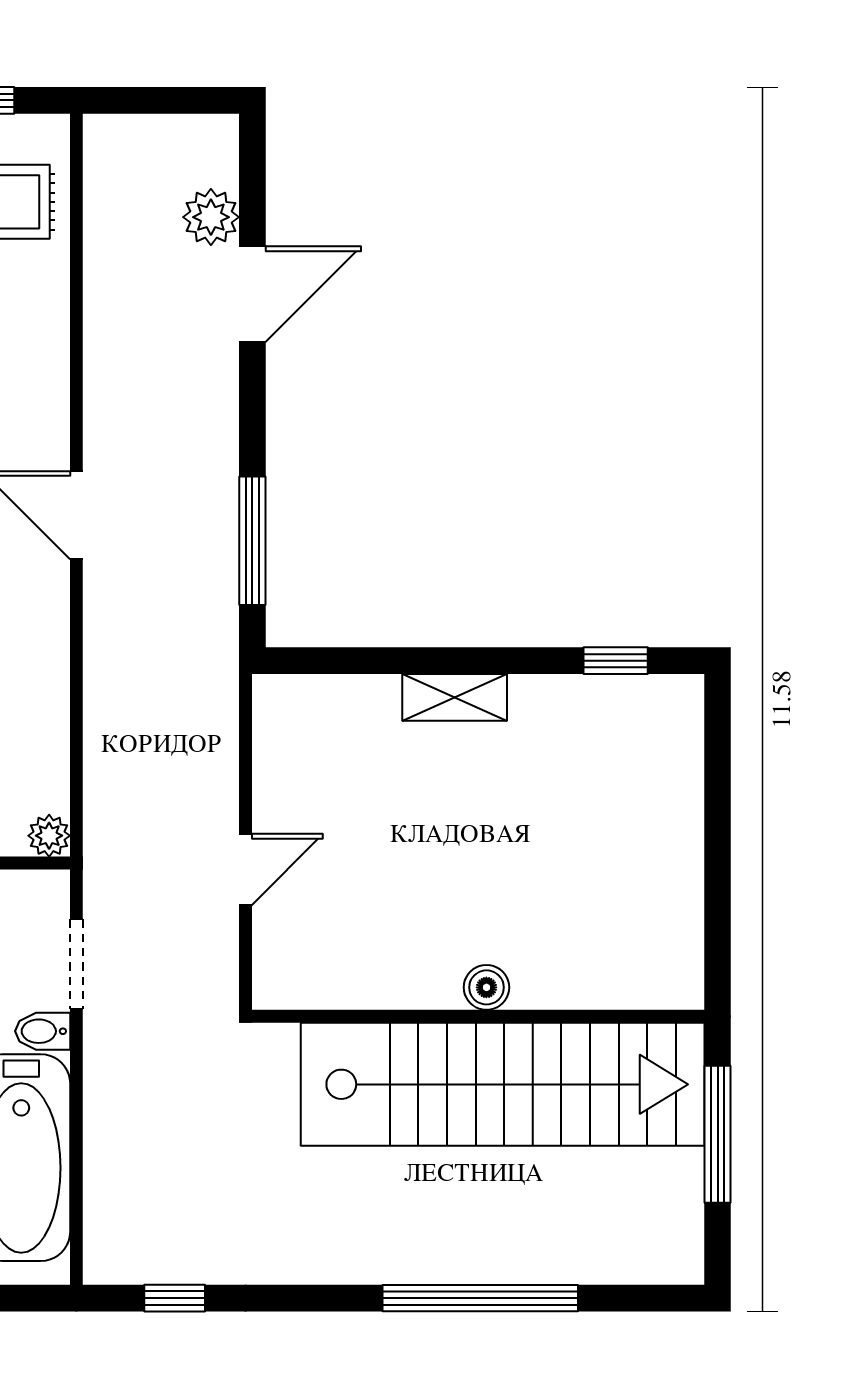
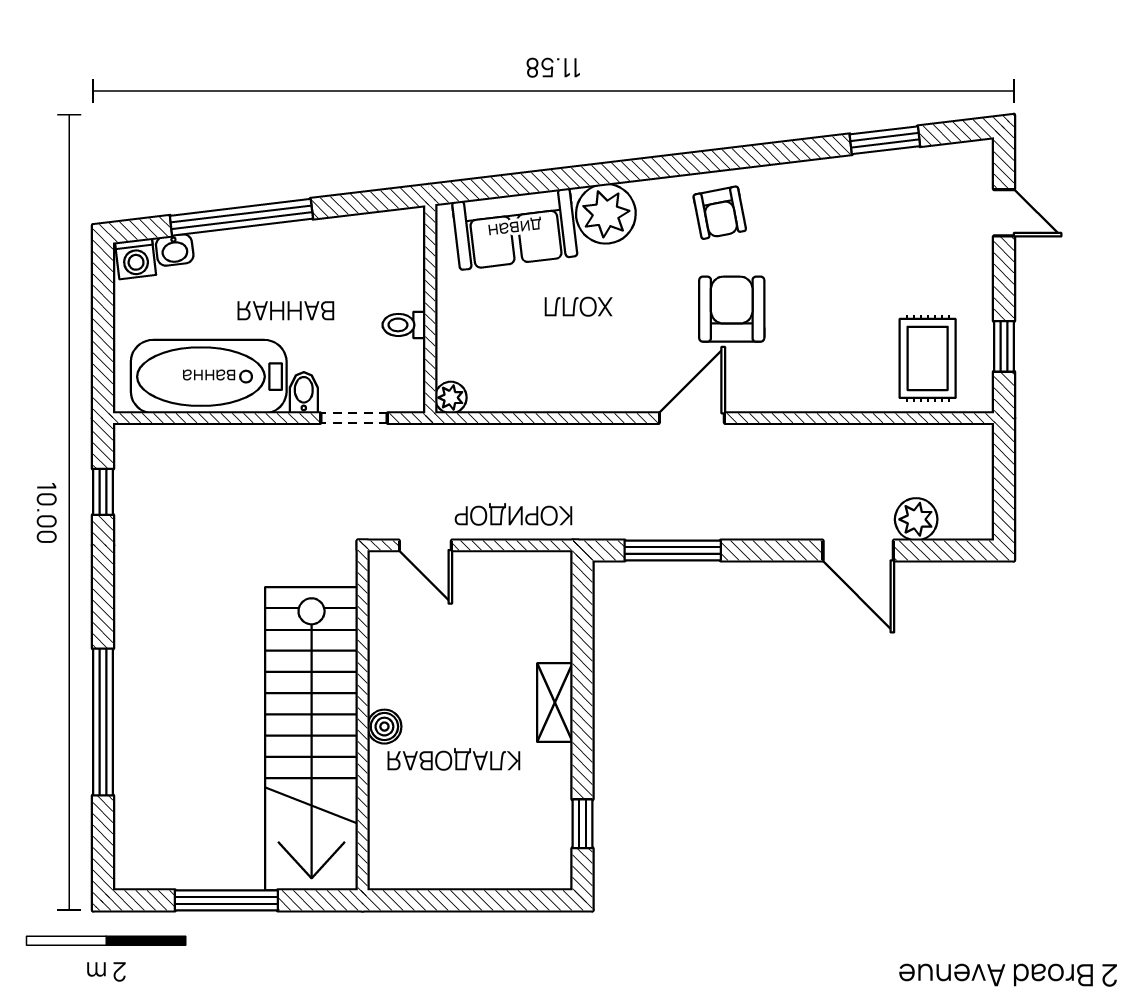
boiler: (486, 987) -> (384, 727), moved
wall: (478, 1016) -> (363, 720), moved
stairs: (503, 1084) -> (312, 739), moved

